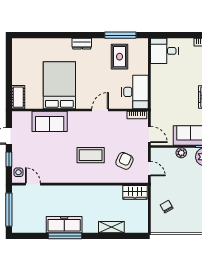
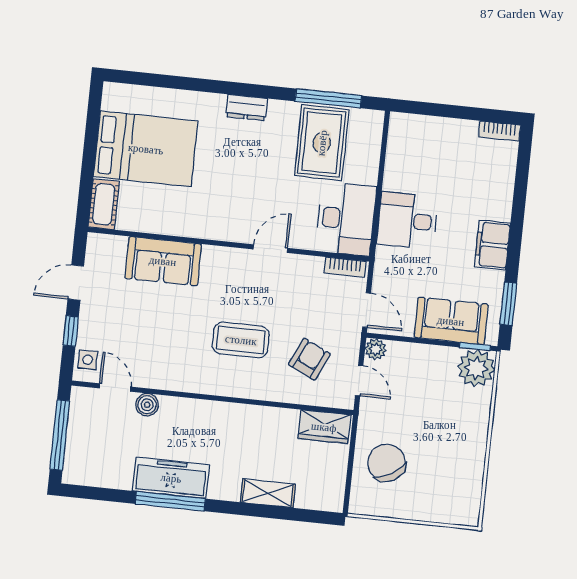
desk: (164, 51) -> (407, 220), moved
rug: (120, 57) -> (322, 143), width x1.36, depth x1.43
bed: (59, 85) -> (146, 149), moved, turned 90
plant: (181, 153) -> (376, 349), moved
boiler: (49, 191) -> (147, 405), added
chair: (167, 207) -> (387, 463), width x1.87, depth x1.87

